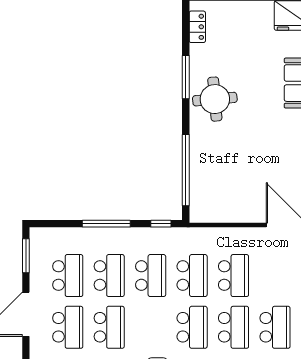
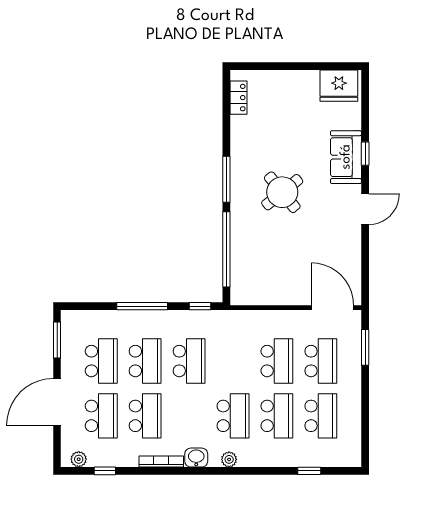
window: (186, 77) -> (226, 179), moved
round table: (215, 99) -> (282, 192), moved, turned -34
school desk: (192, 276) -> (321, 361), moved

